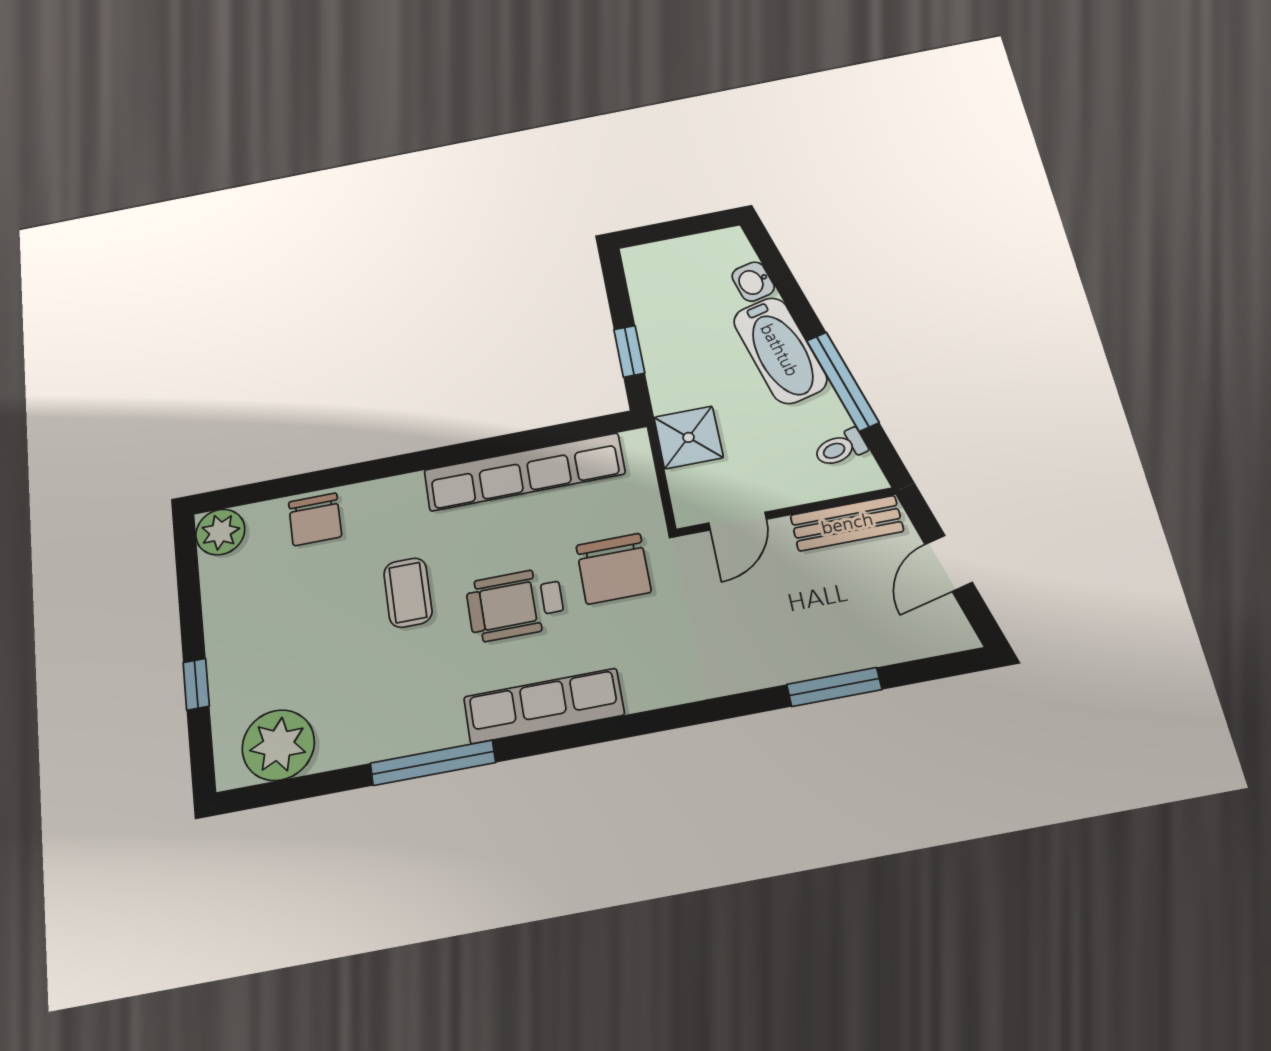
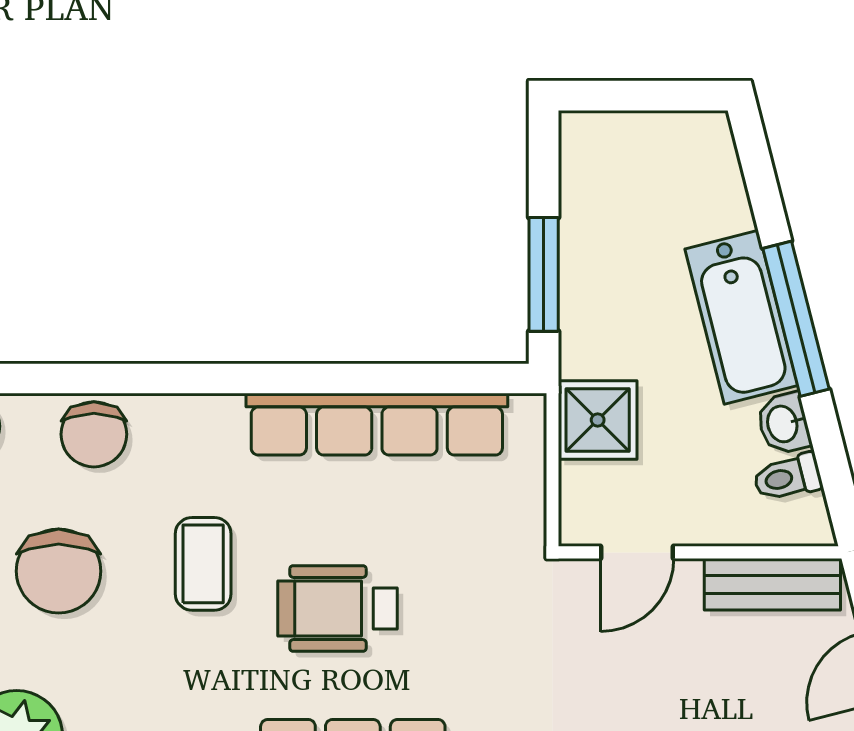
washbasin: (753, 282) -> (784, 424), moved
window: (629, 351) -> (544, 274), width x1.50
window: (843, 381) -> (796, 319), moved
chair: (614, 569) -> (59, 571), moved

